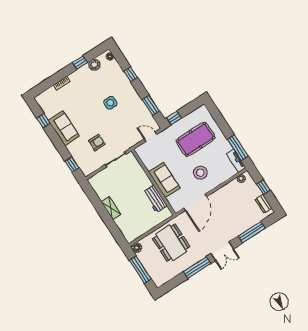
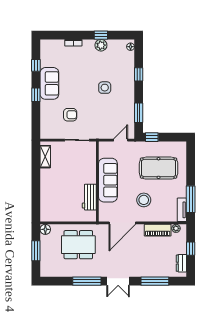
plant: (94, 65) -> (101, 45), moved
door: (151, 137) -> (121, 140), hinge flipped
window: (72, 164) -> (36, 95), moved
sofa: (164, 180) -> (108, 180), width x1.36
piano: (227, 190) -> (158, 230), added
shelving: (111, 208) -> (45, 157), moved
dining table: (171, 243) -> (78, 245), turned 90
window: (140, 270) -> (36, 251), width x0.69

